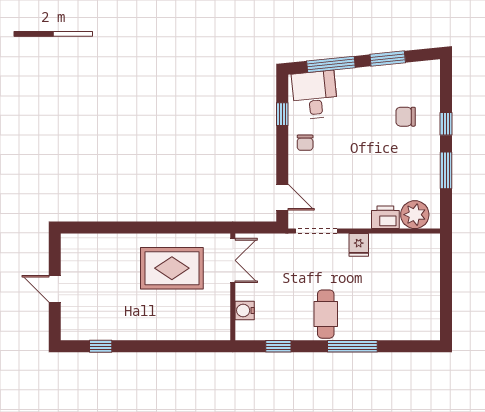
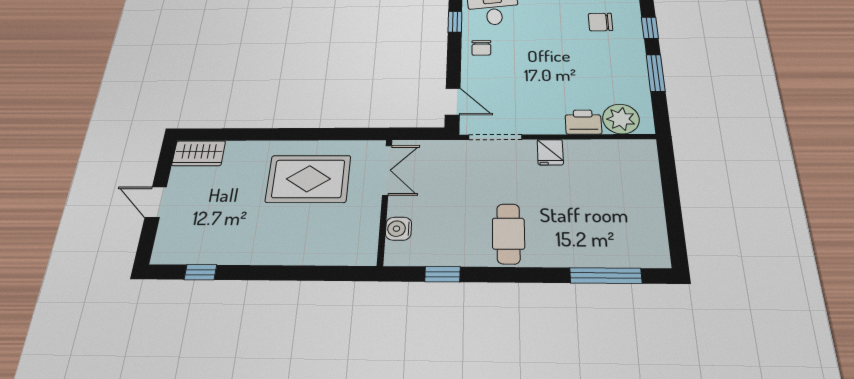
wardrobe: (81, 245) -> (199, 153), added
window: (352, 346) -> (606, 276), moved

